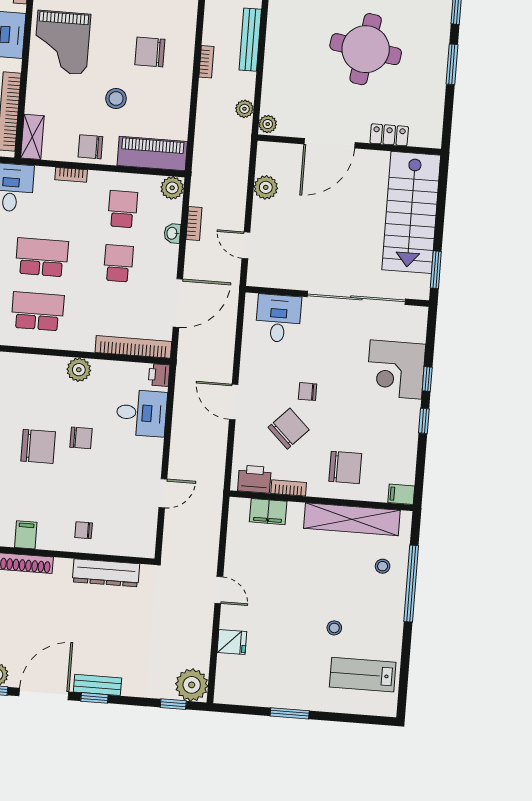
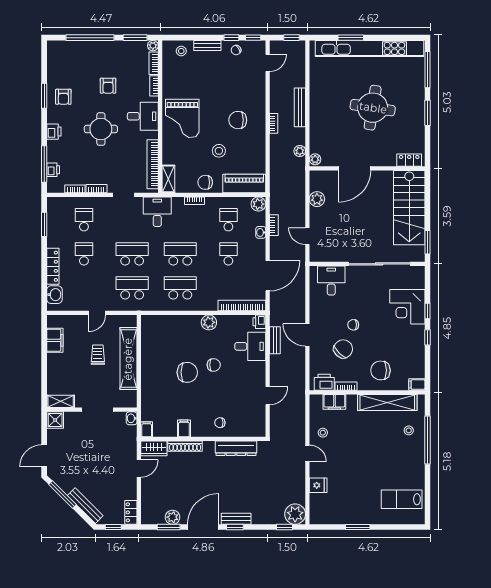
locker: (389, 135) -> (409, 160), moved
bench: (181, 406) -> (275, 340), added
chair: (345, 467) -> (380, 370), turned 180
stool: (334, 628) -> (323, 433), moved

